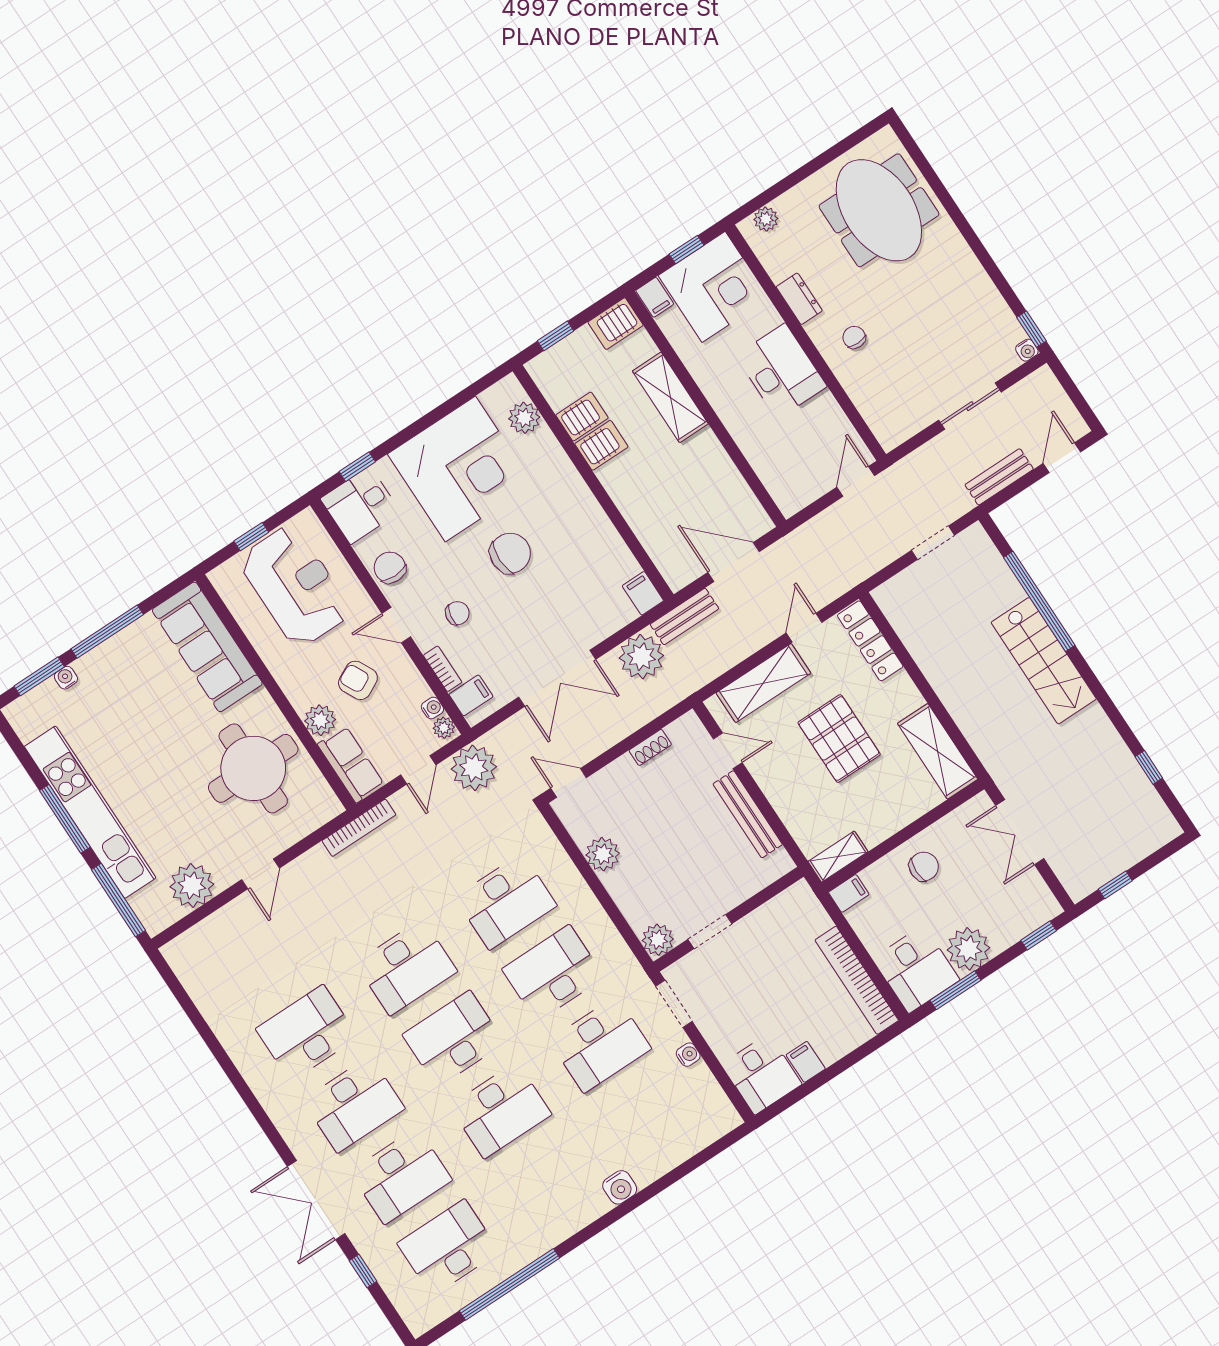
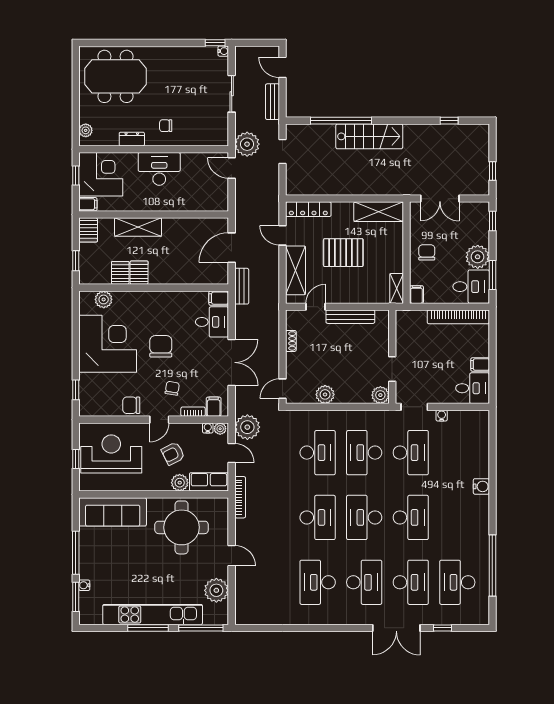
desk: (360, 505) -> (212, 322), moved, turned -90
plant: (641, 657) -> (247, 144), moved

